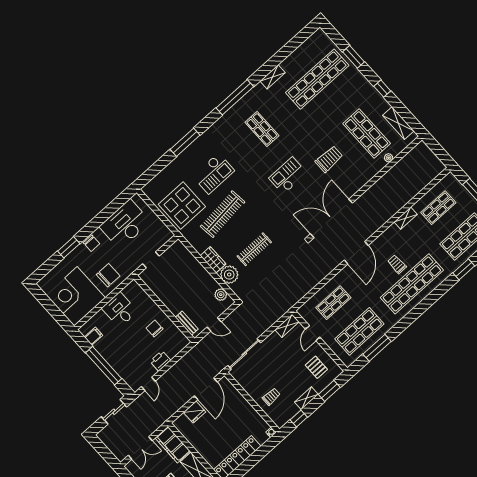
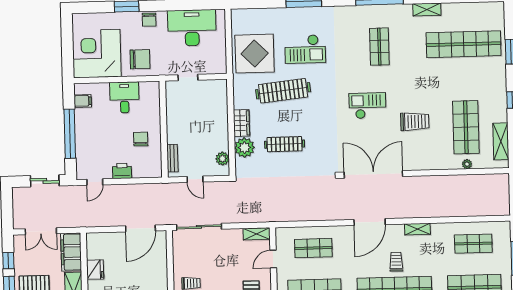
shelving: (406, 218) -> (417, 229), moved
fridge: (195, 412) -> (95, 270), moved, turned -90

